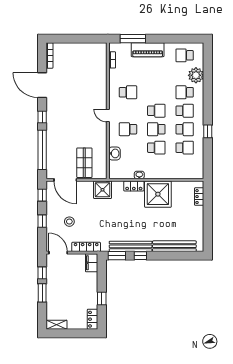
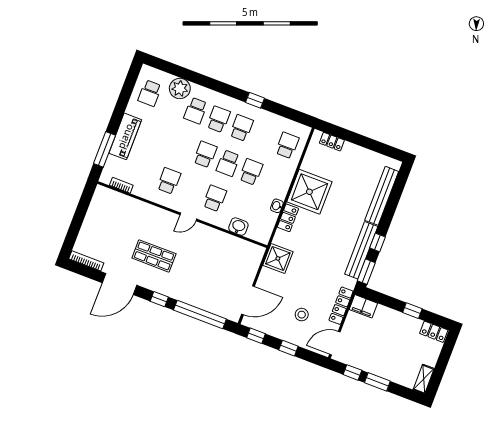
school desk: (128, 129) -> (215, 198), turned 180
school desk: (185, 148) -> (287, 145), moved
shop shelf: (84, 163) -> (154, 256), moved

